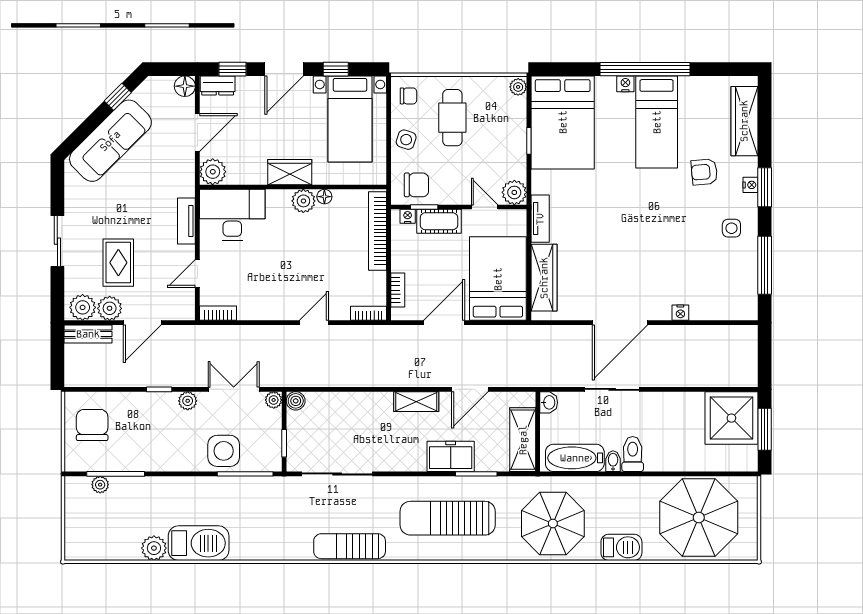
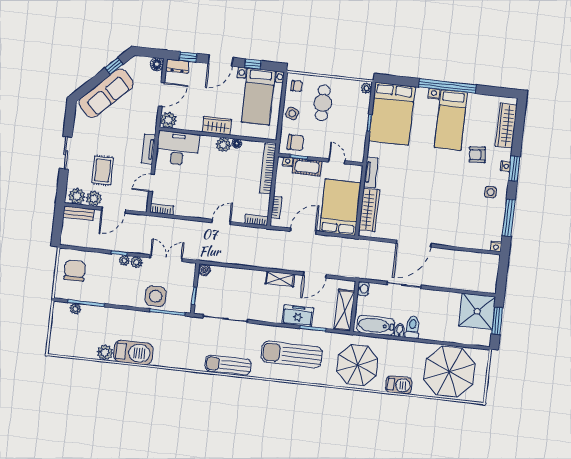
plant: (514, 192) -> (356, 154), removed
nightstand: (680, 313) -> (496, 246), moved
plant: (274, 400) -> (124, 260), moved

